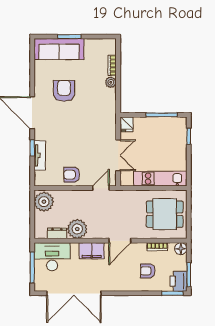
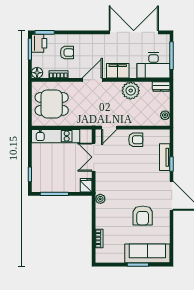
plant: (111, 82) -> (100, 199), moved
plant: (44, 202) -> (165, 115), width x0.53, depth x0.53
dresser: (57, 233) -> (161, 87), moved

